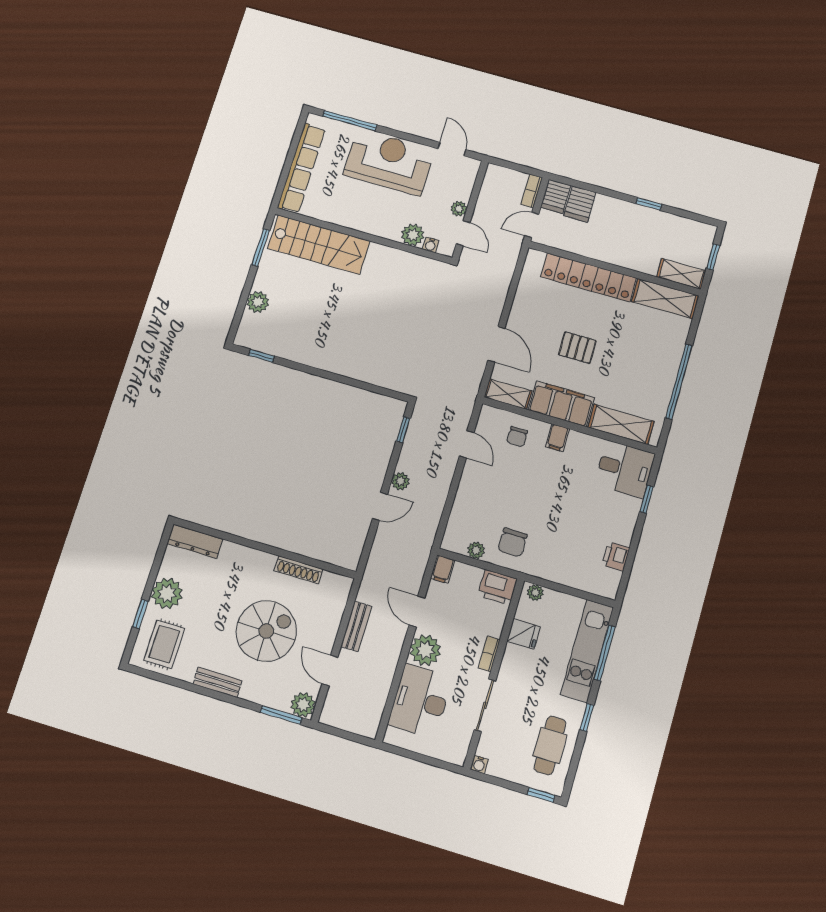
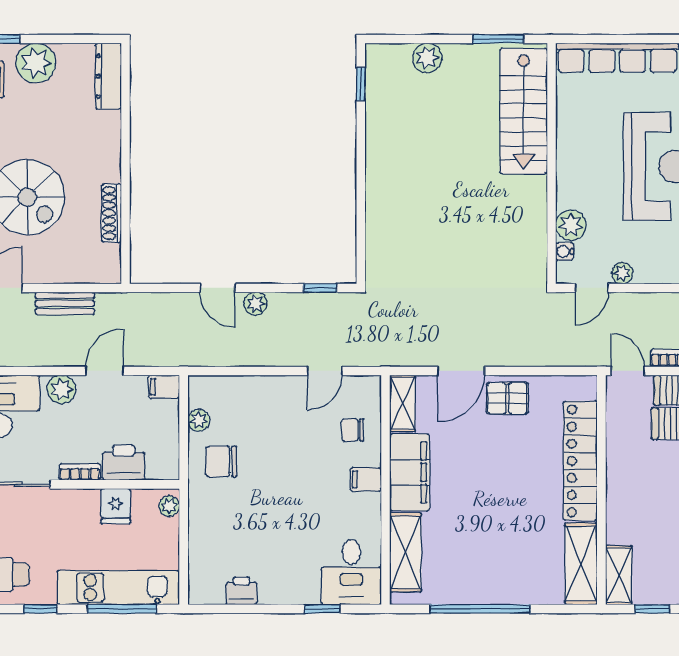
pallet: (577, 348) -> (507, 398), moved, turned 90
printer: (498, 587) -> (124, 463), moved, turned 90
plant: (425, 650) -> (62, 389), width x0.73, depth x0.73

